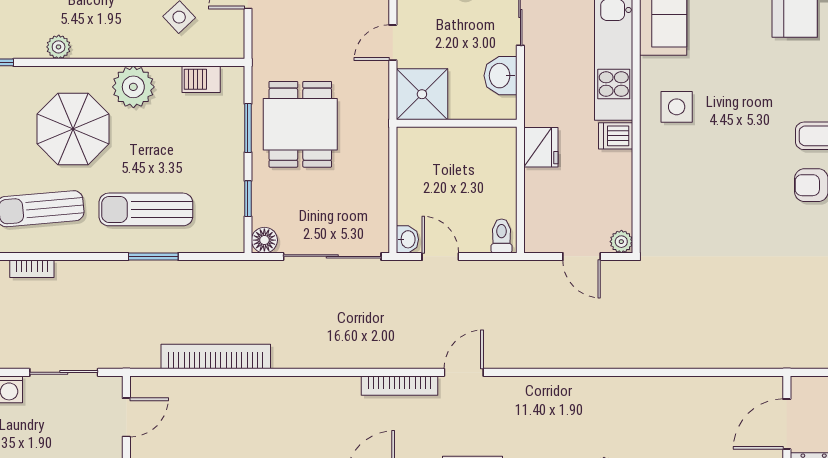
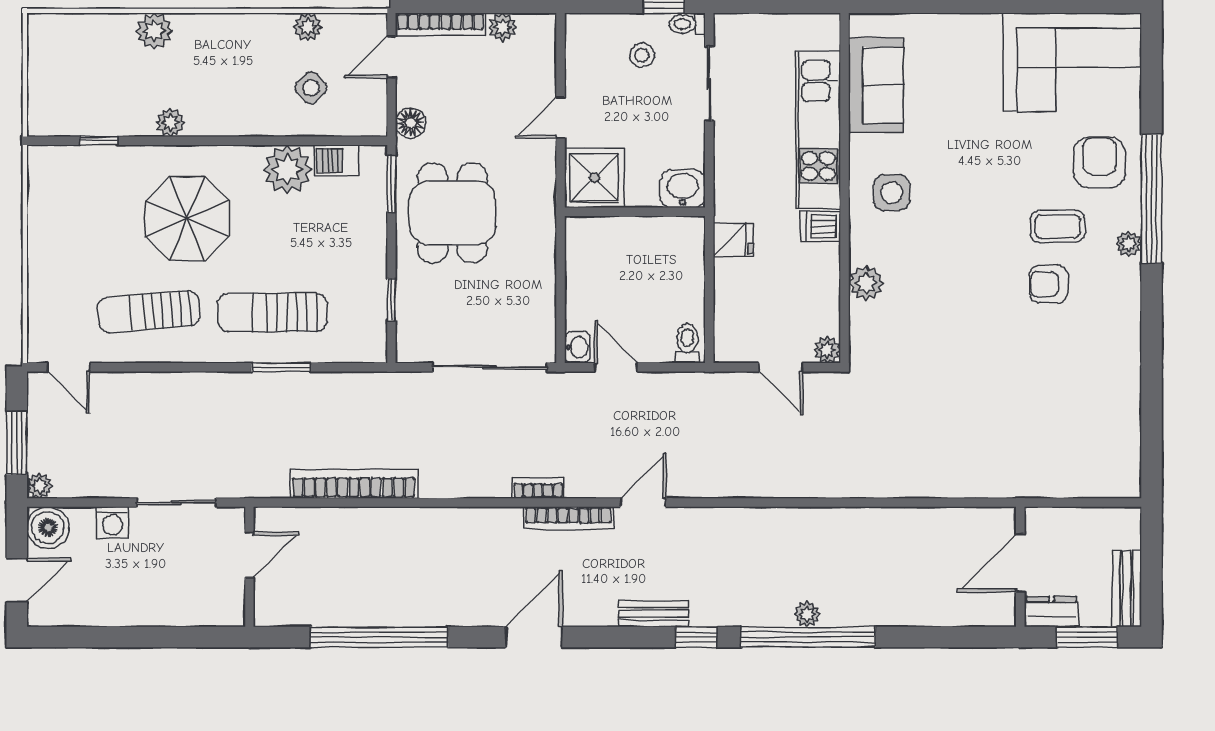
washbasin: (501, 76) -> (683, 189), moved, turned 90
plant: (133, 87) -> (287, 169), moved
window: (248, 128) -> (391, 184), moved
fridge: (541, 147) -> (733, 240), width x0.72
plant: (655, 184) -> (866, 283), added
floor lamp: (264, 240) -> (411, 123), moved
bookcase: (32, 269) -> (538, 488), moved, turned 180

